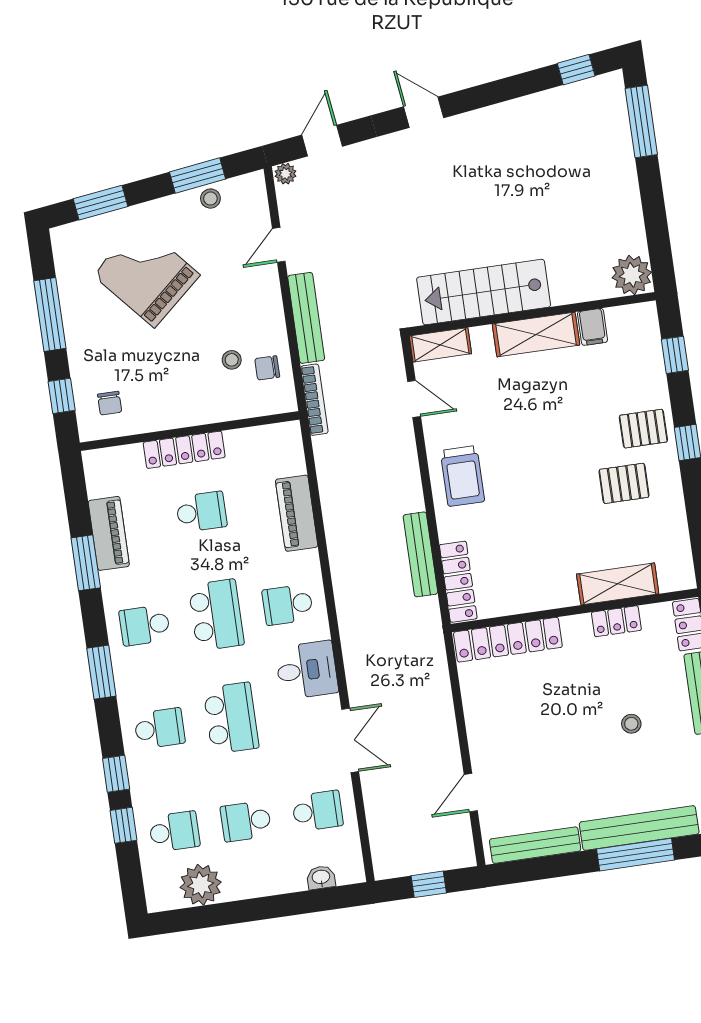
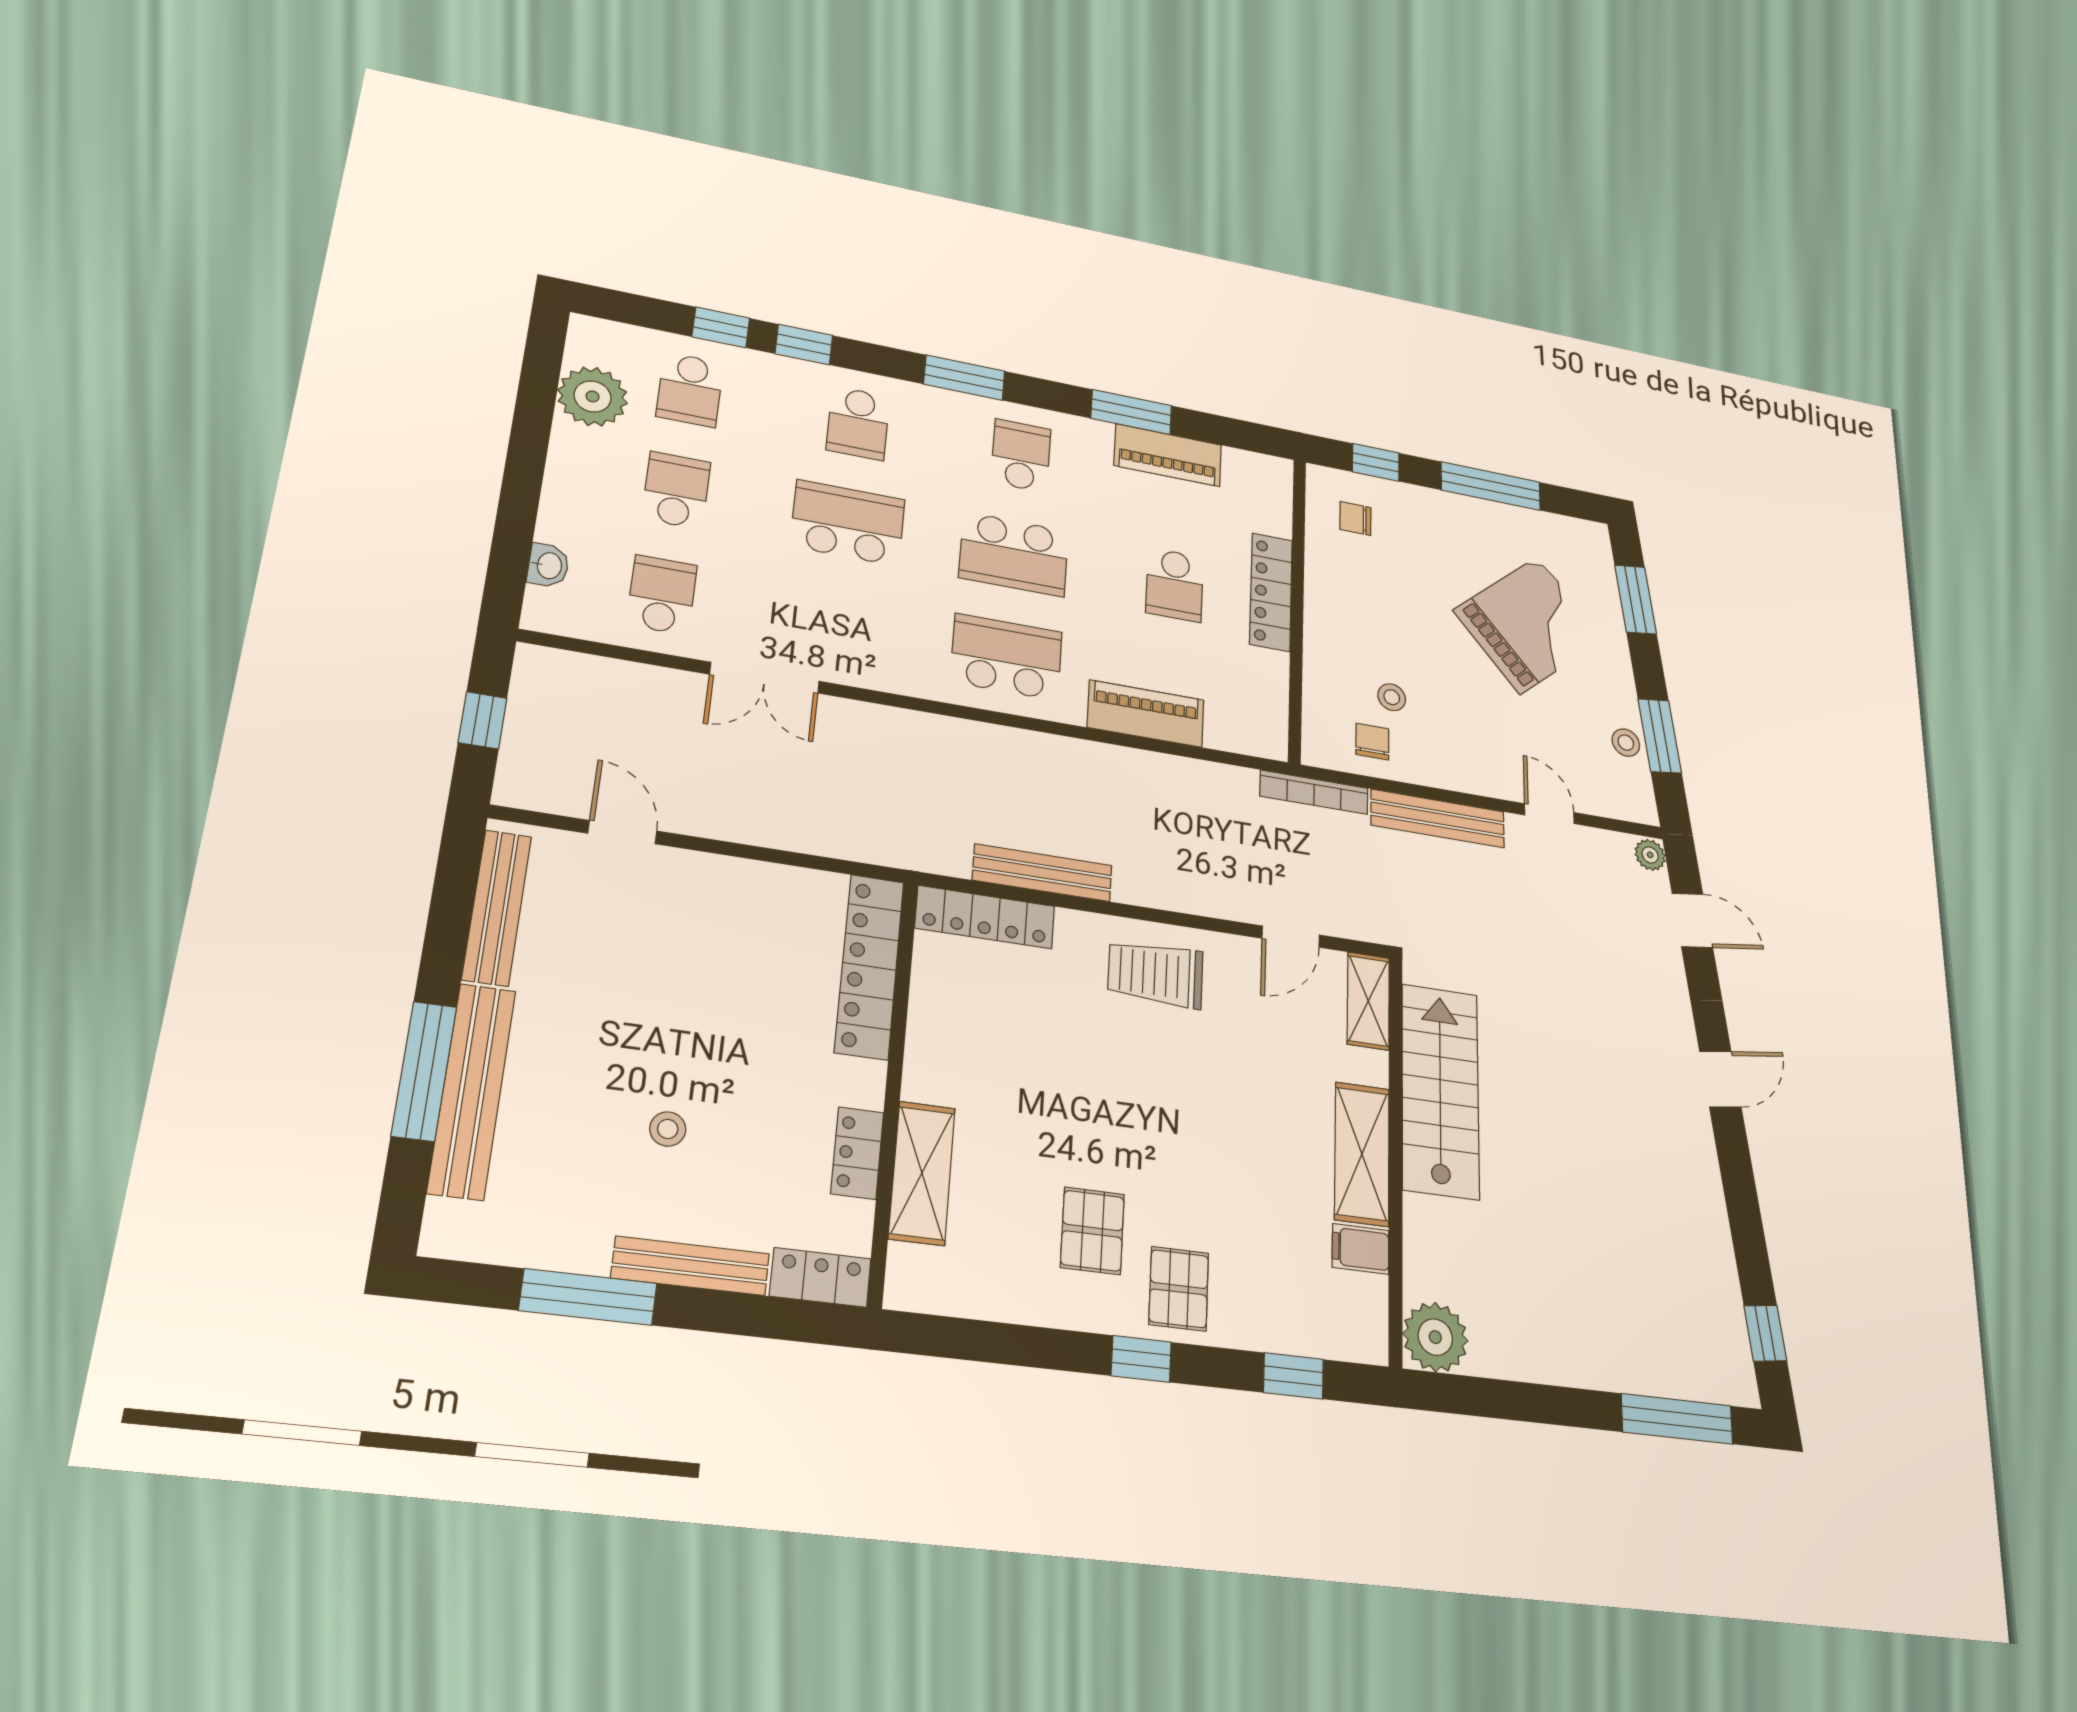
school desk: (288, 605) -> (1006, 657), width x1.85
desk: (307, 670) -> (896, 651), removed
school desk: (231, 718) -> (848, 523), turned 180
school desk: (317, 811) -> (662, 595), turned 180

